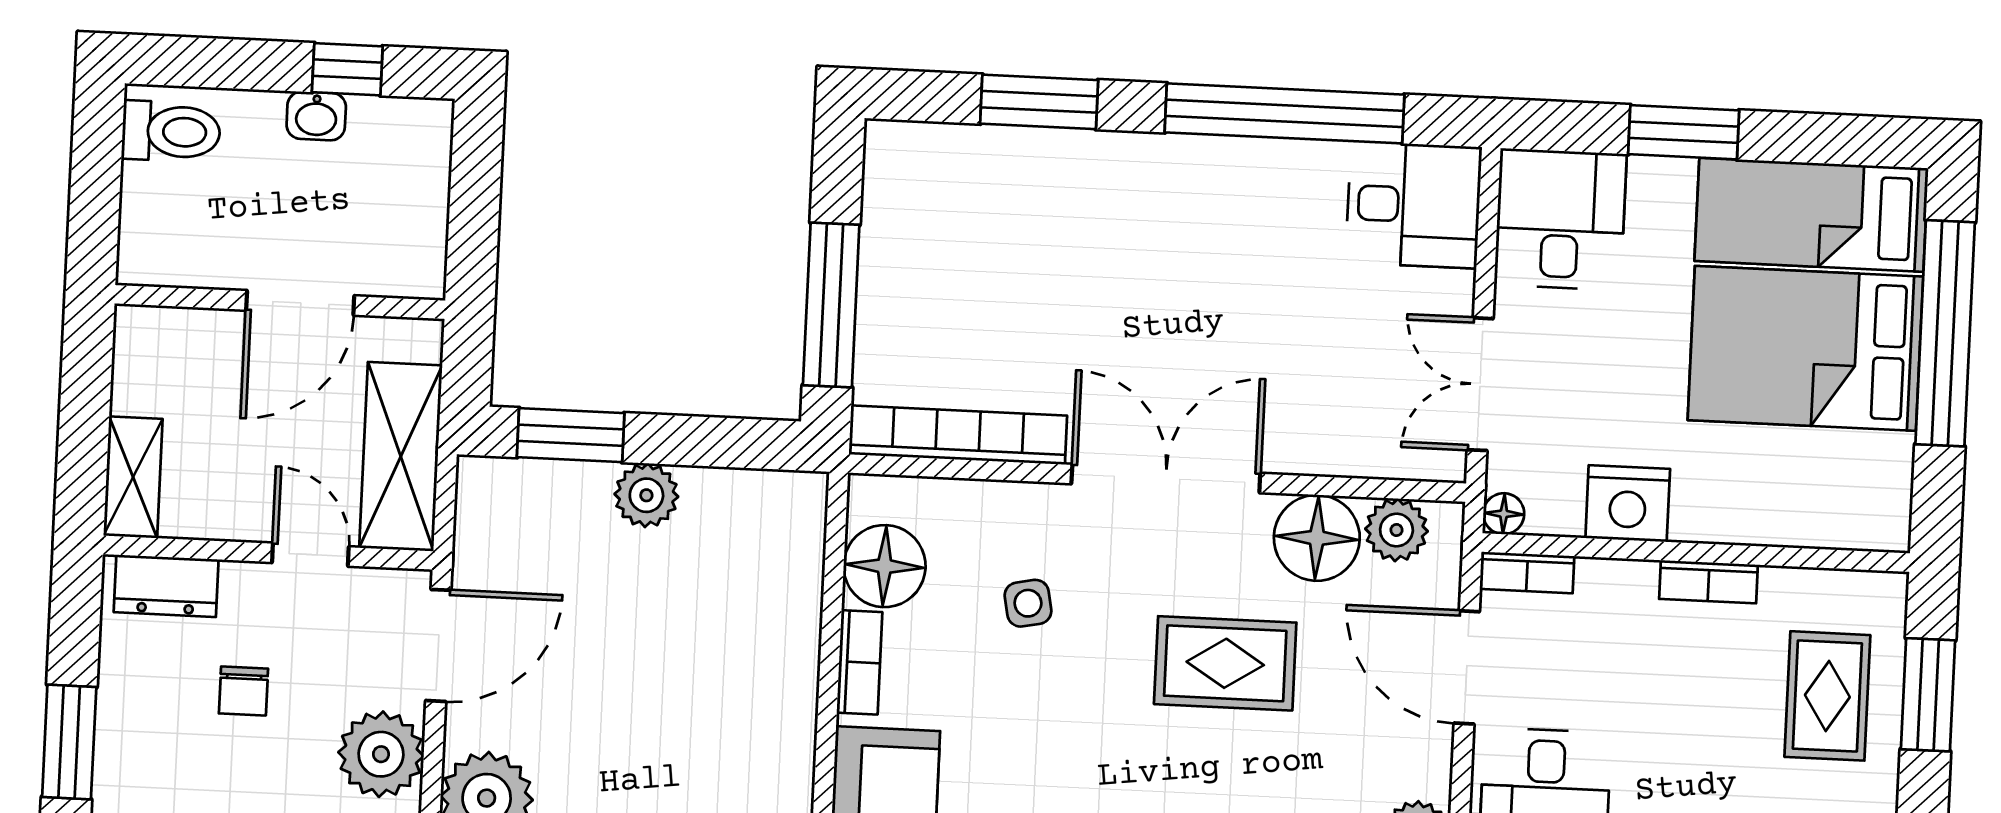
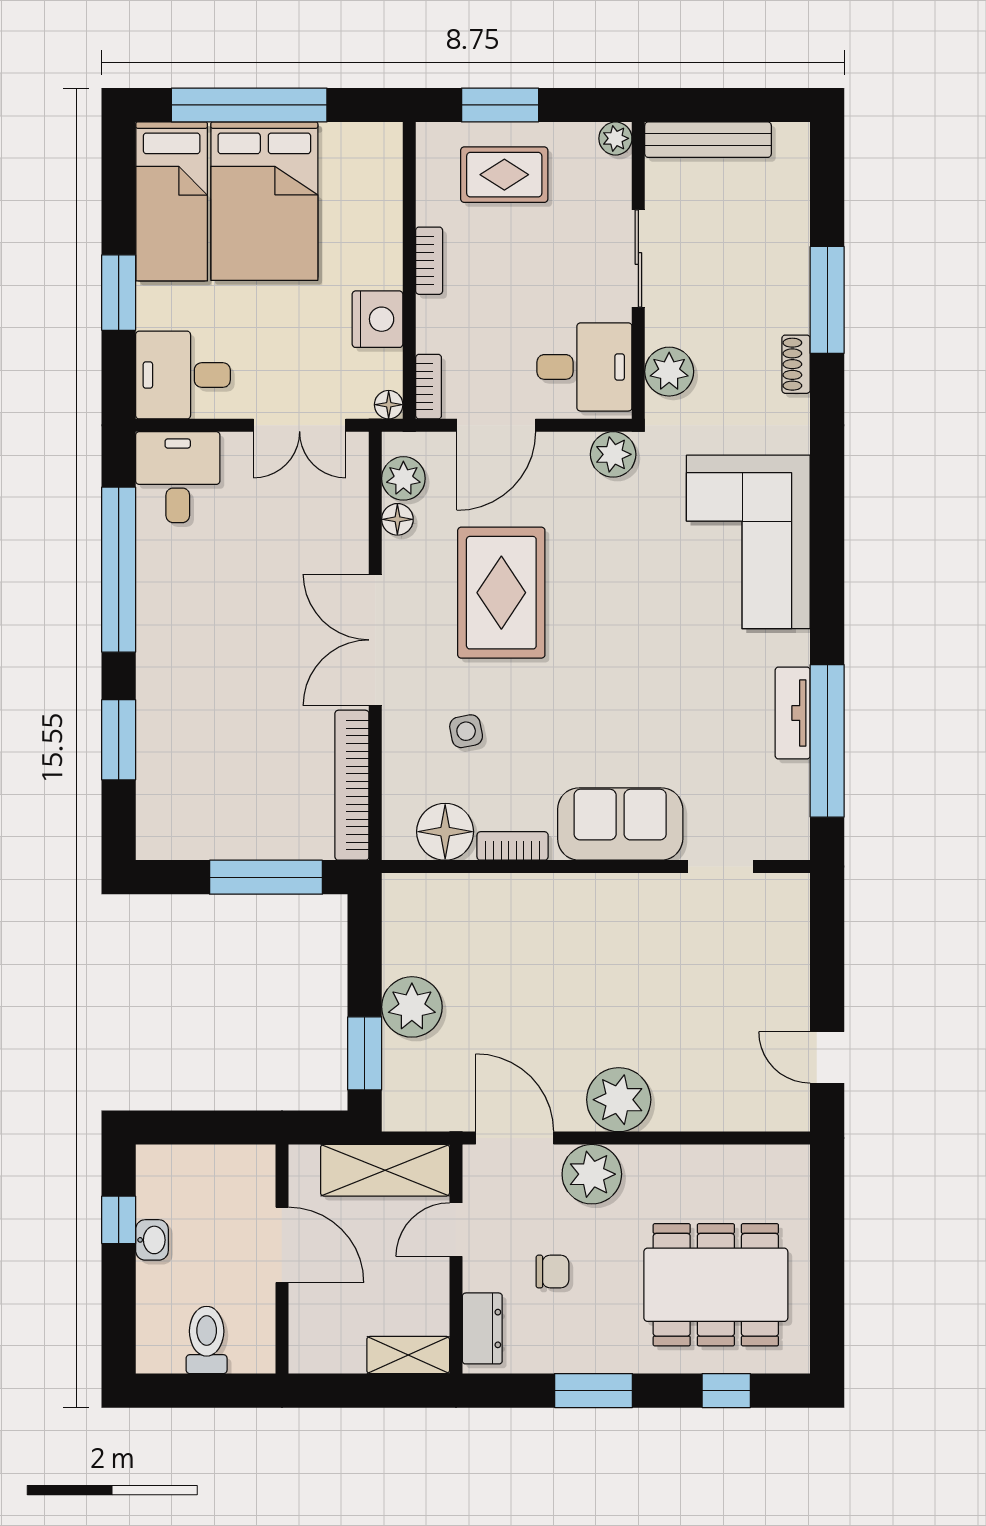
toilet: (171, 132) -> (207, 1340), moved
plant: (646, 495) -> (412, 1007), width x1.36, depth x1.36
floor lamp: (1317, 538) -> (397, 519), width x0.53, depth x0.53
rug: (1225, 663) -> (501, 593), width x1.36, depth x1.43

